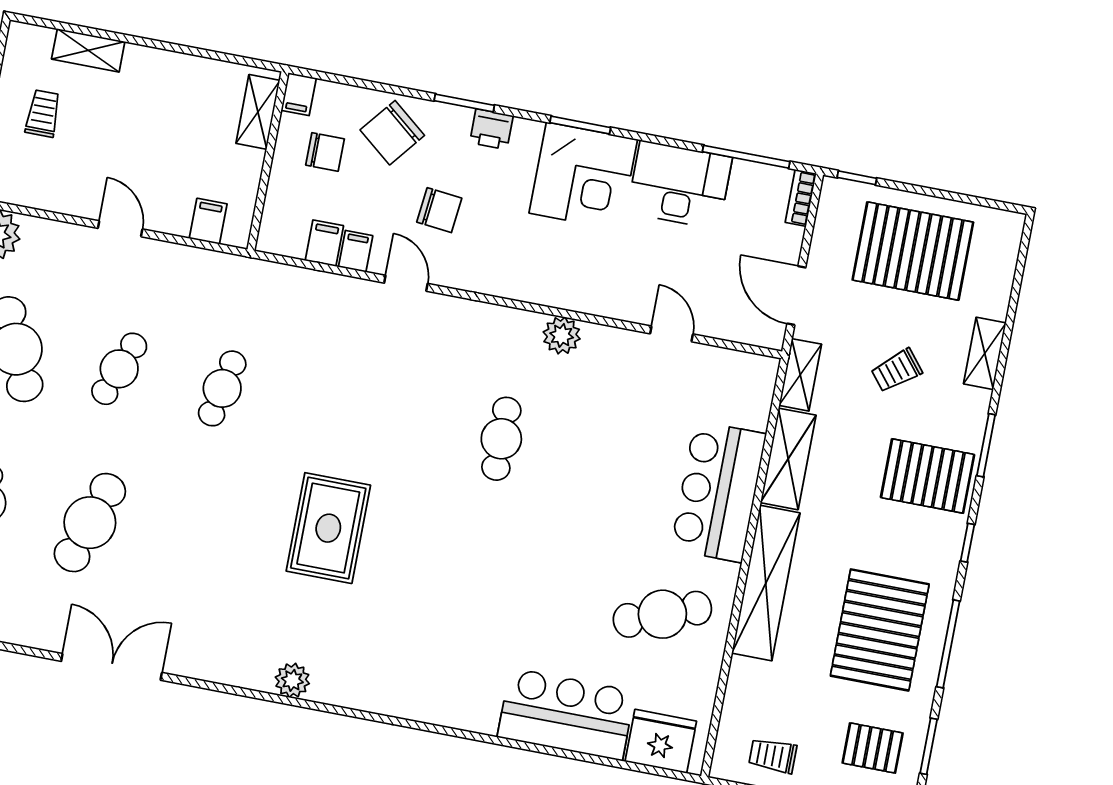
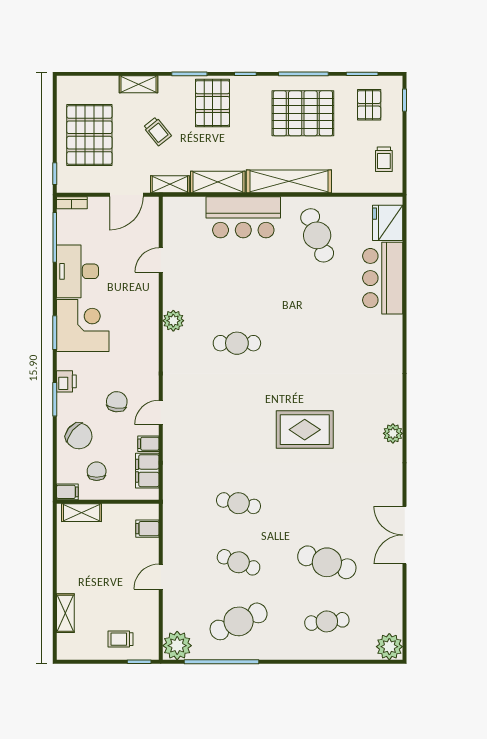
trolley: (43, 113) -> (121, 639), moved
filing cabinet: (324, 243) -> (147, 471), width x2.00

